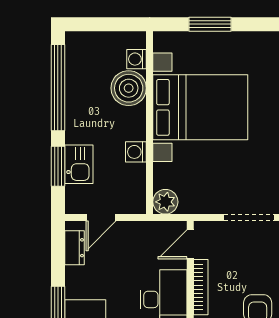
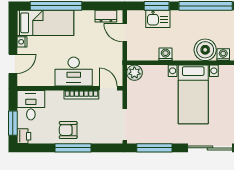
bed with nightstands: (200, 107) -> (193, 94), width x0.73

